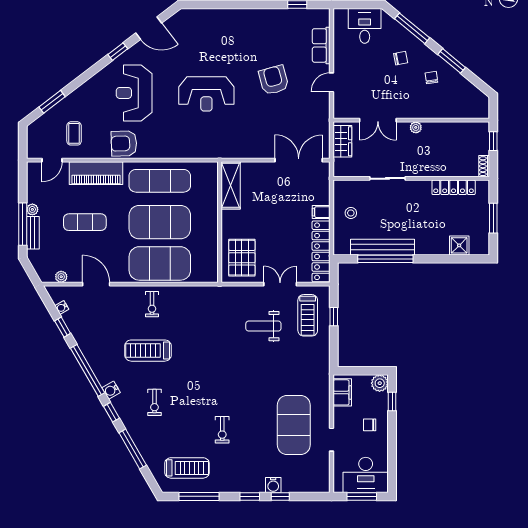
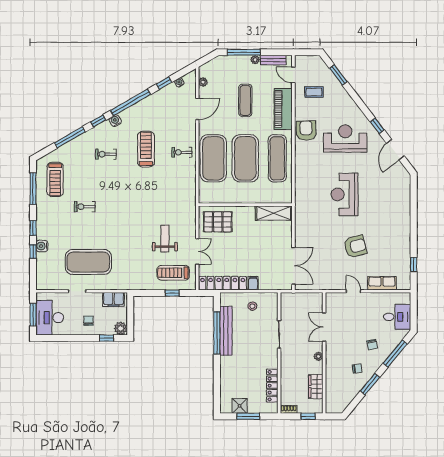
wardrobe: (342, 141) -> (316, 387), moved, turned 90
bench: (33, 233) -> (273, 60), moved
shower: (459, 245) -> (240, 406), moved

